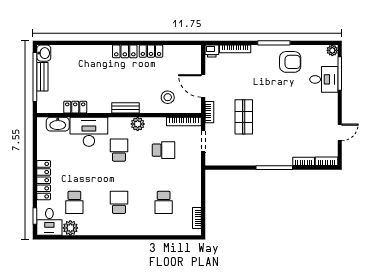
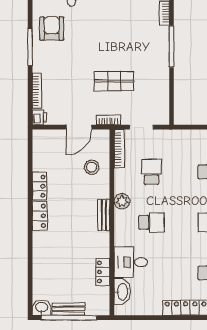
desk: (89, 132) -> (131, 262), width x0.73
school desk: (119, 150) -> (152, 222), turned 180

